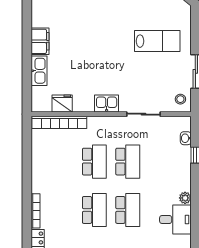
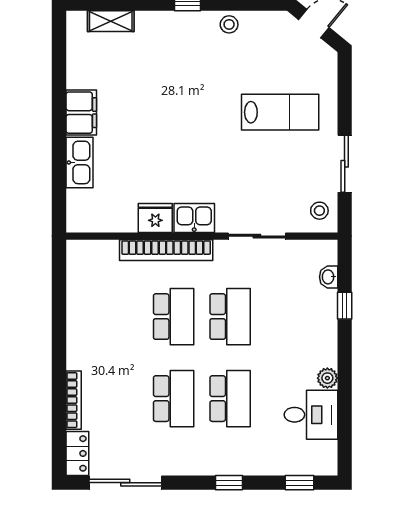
fridge: (62, 103) -> (155, 218), moved
bookcase: (59, 122) -> (166, 250), moved

